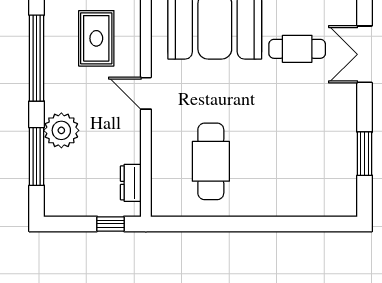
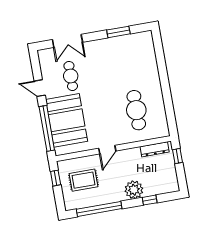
window: (37, 156) -> (150, 200), width x0.46
cafe table: (211, 161) -> (136, 110), turned 90
dresser: (131, 183) -> (155, 149), width x1.44

